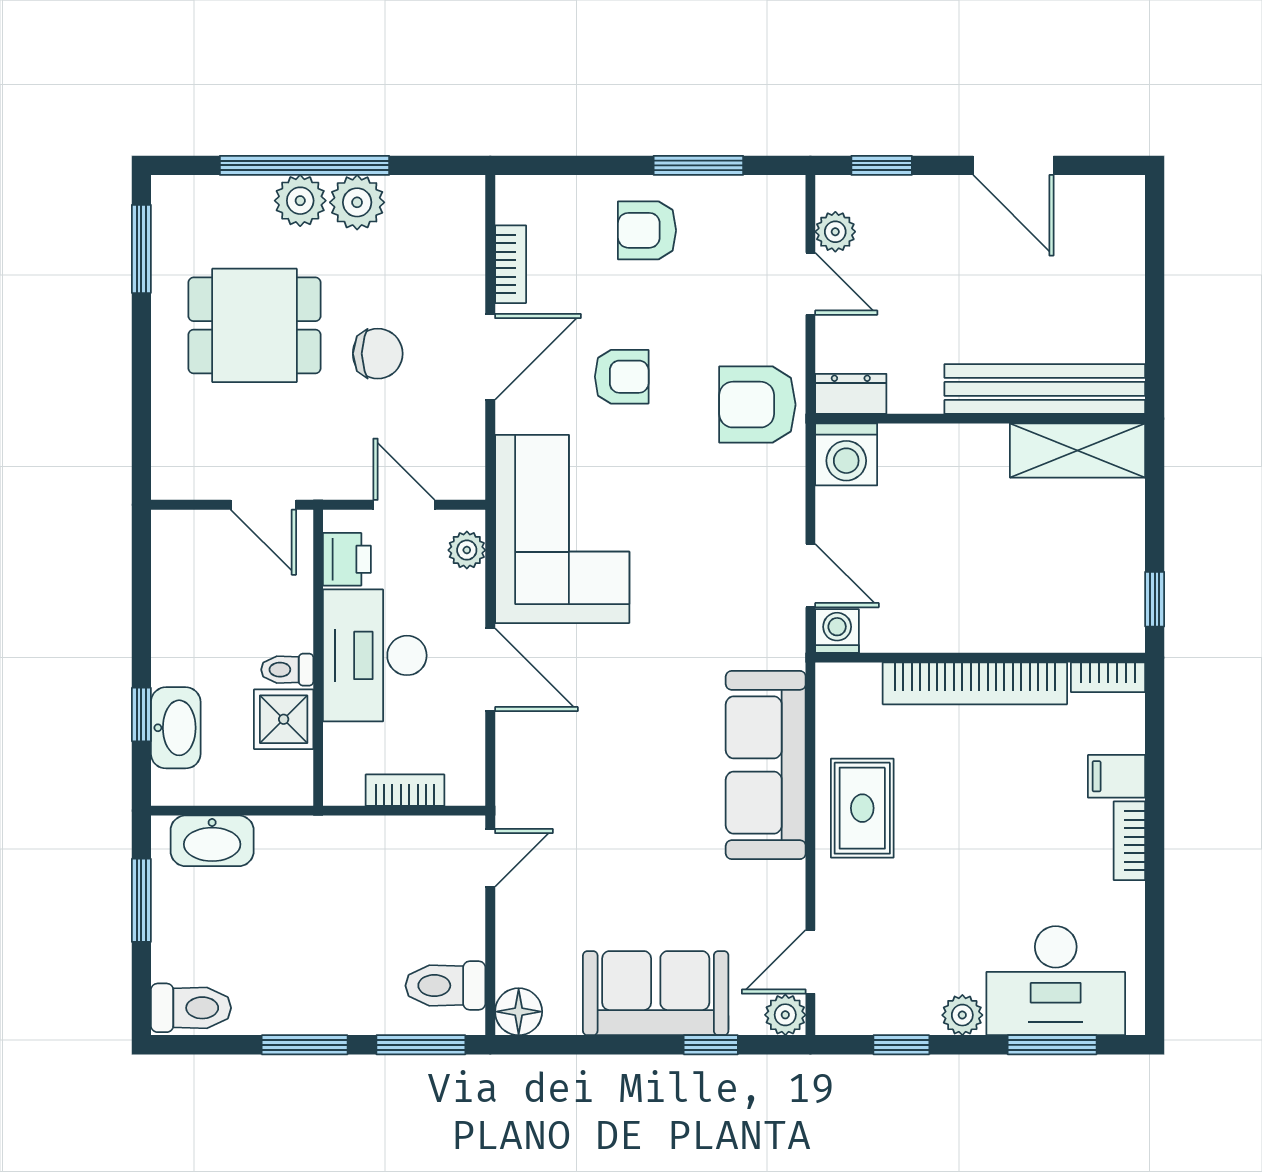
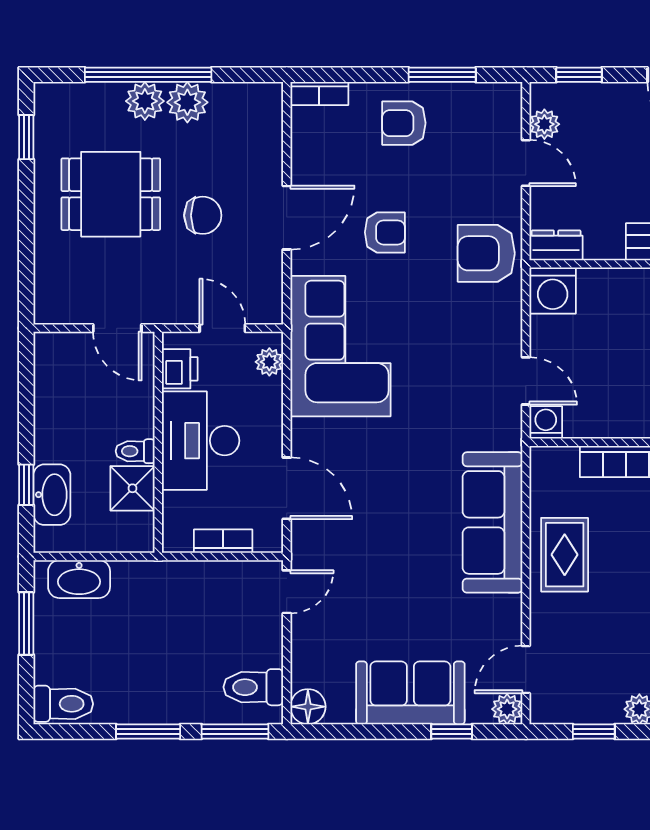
window: (141, 249) -> (26, 137), width x0.67
bookcase: (511, 264) -> (319, 93), moved, turned 90
door: (490, 670) -> (287, 488), moved

